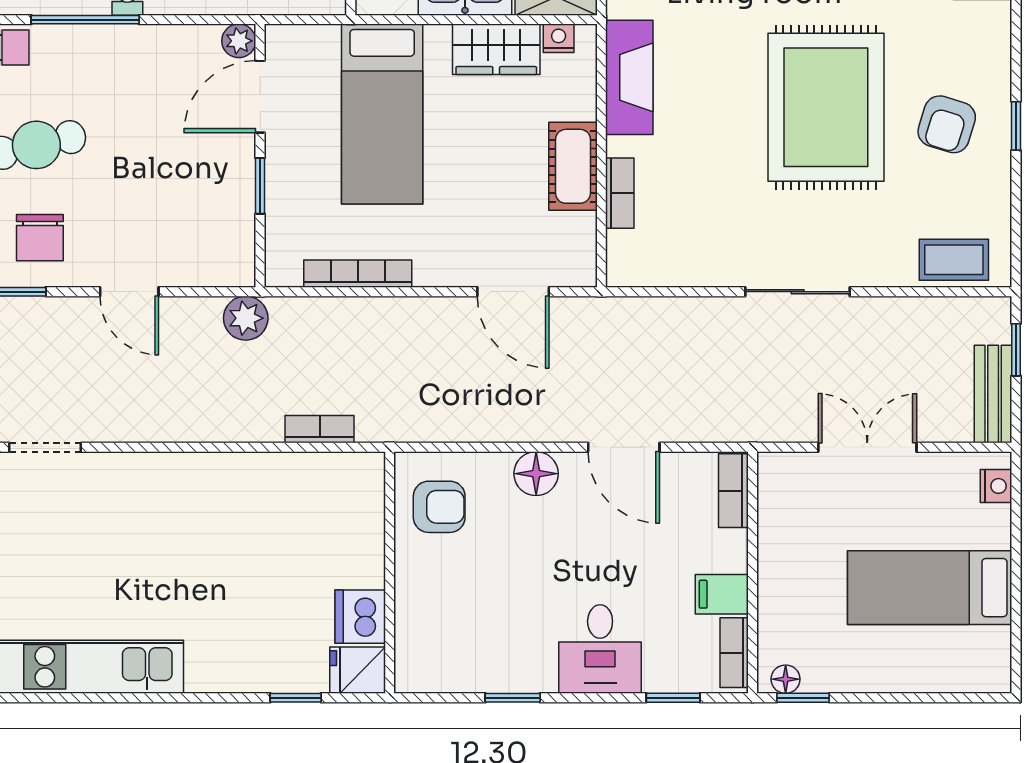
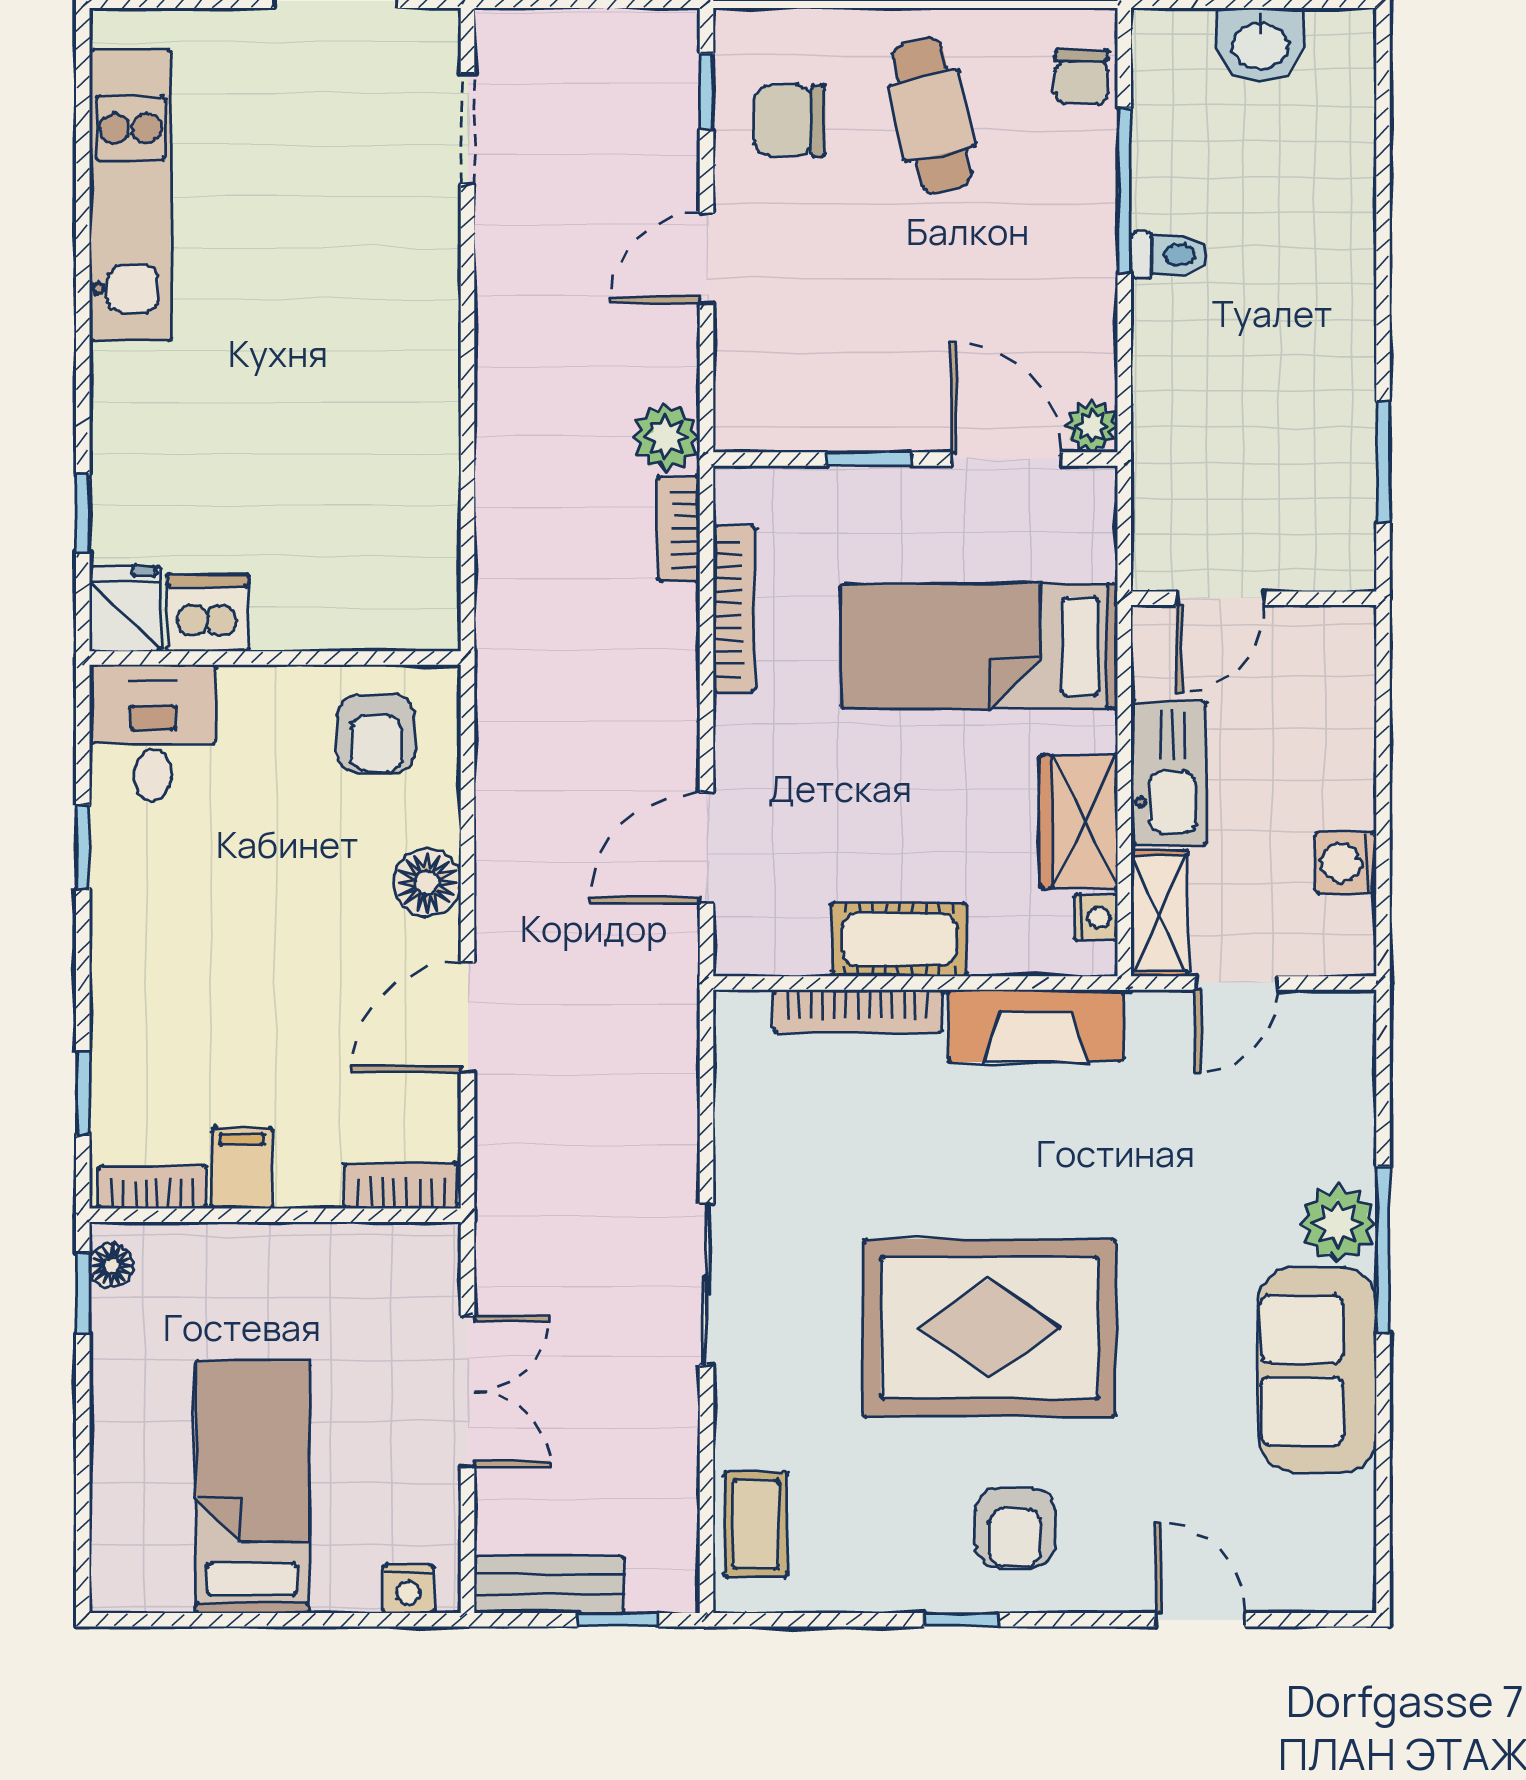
armchair: (947, 124) -> (1015, 1528), moved, turned -107
bookcase: (620, 193) -> (858, 1011), width x1.56
bookcase: (320, 429) -> (679, 529), moved, turned 180
desk: (600, 649) -> (153, 733), moved, turned 90

